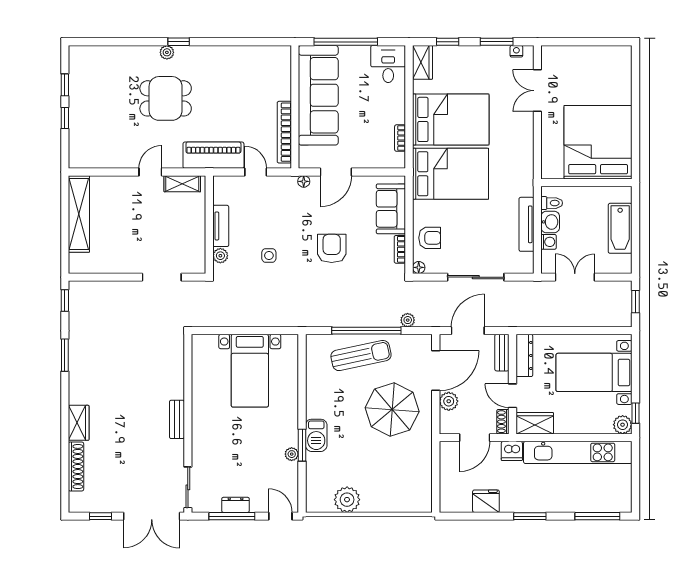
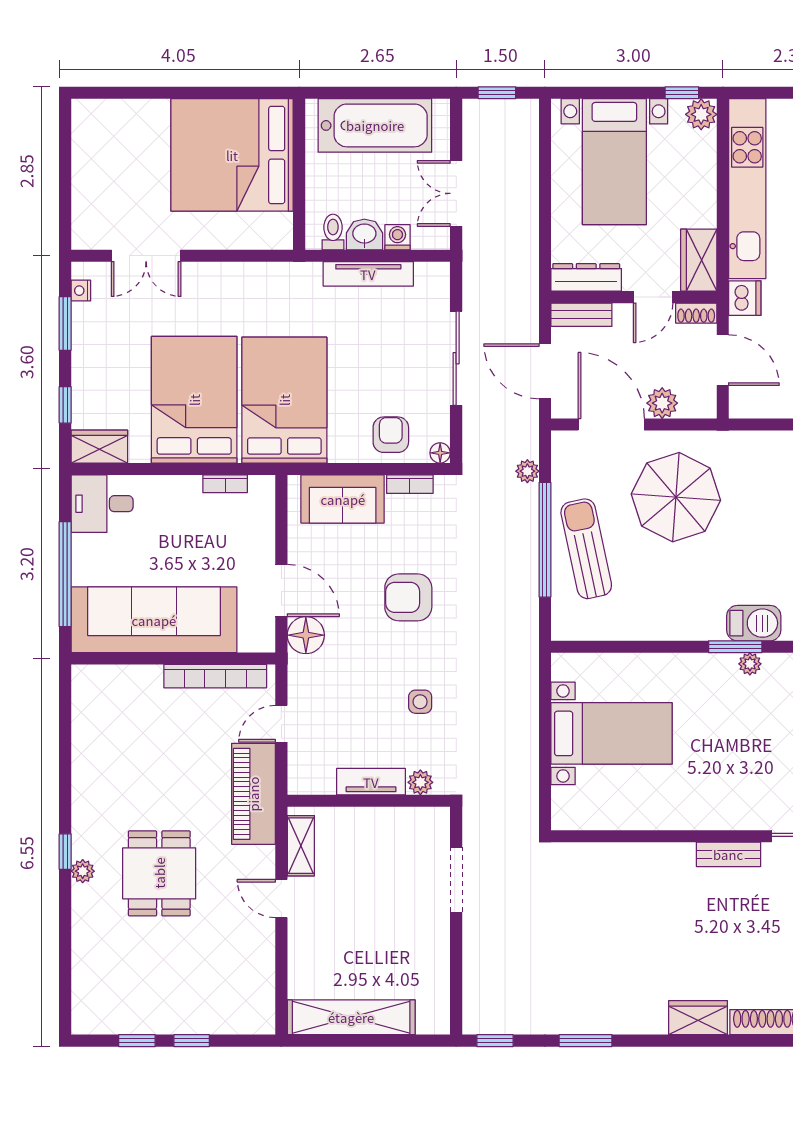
floor lamp: (304, 181) -> (306, 635), width x1.89, depth x1.89
bathtub: (620, 228) -> (375, 125), width x1.36, depth x1.36
bench: (177, 419) -> (728, 854), moved
barbecue: (316, 435) -> (754, 623), moved

